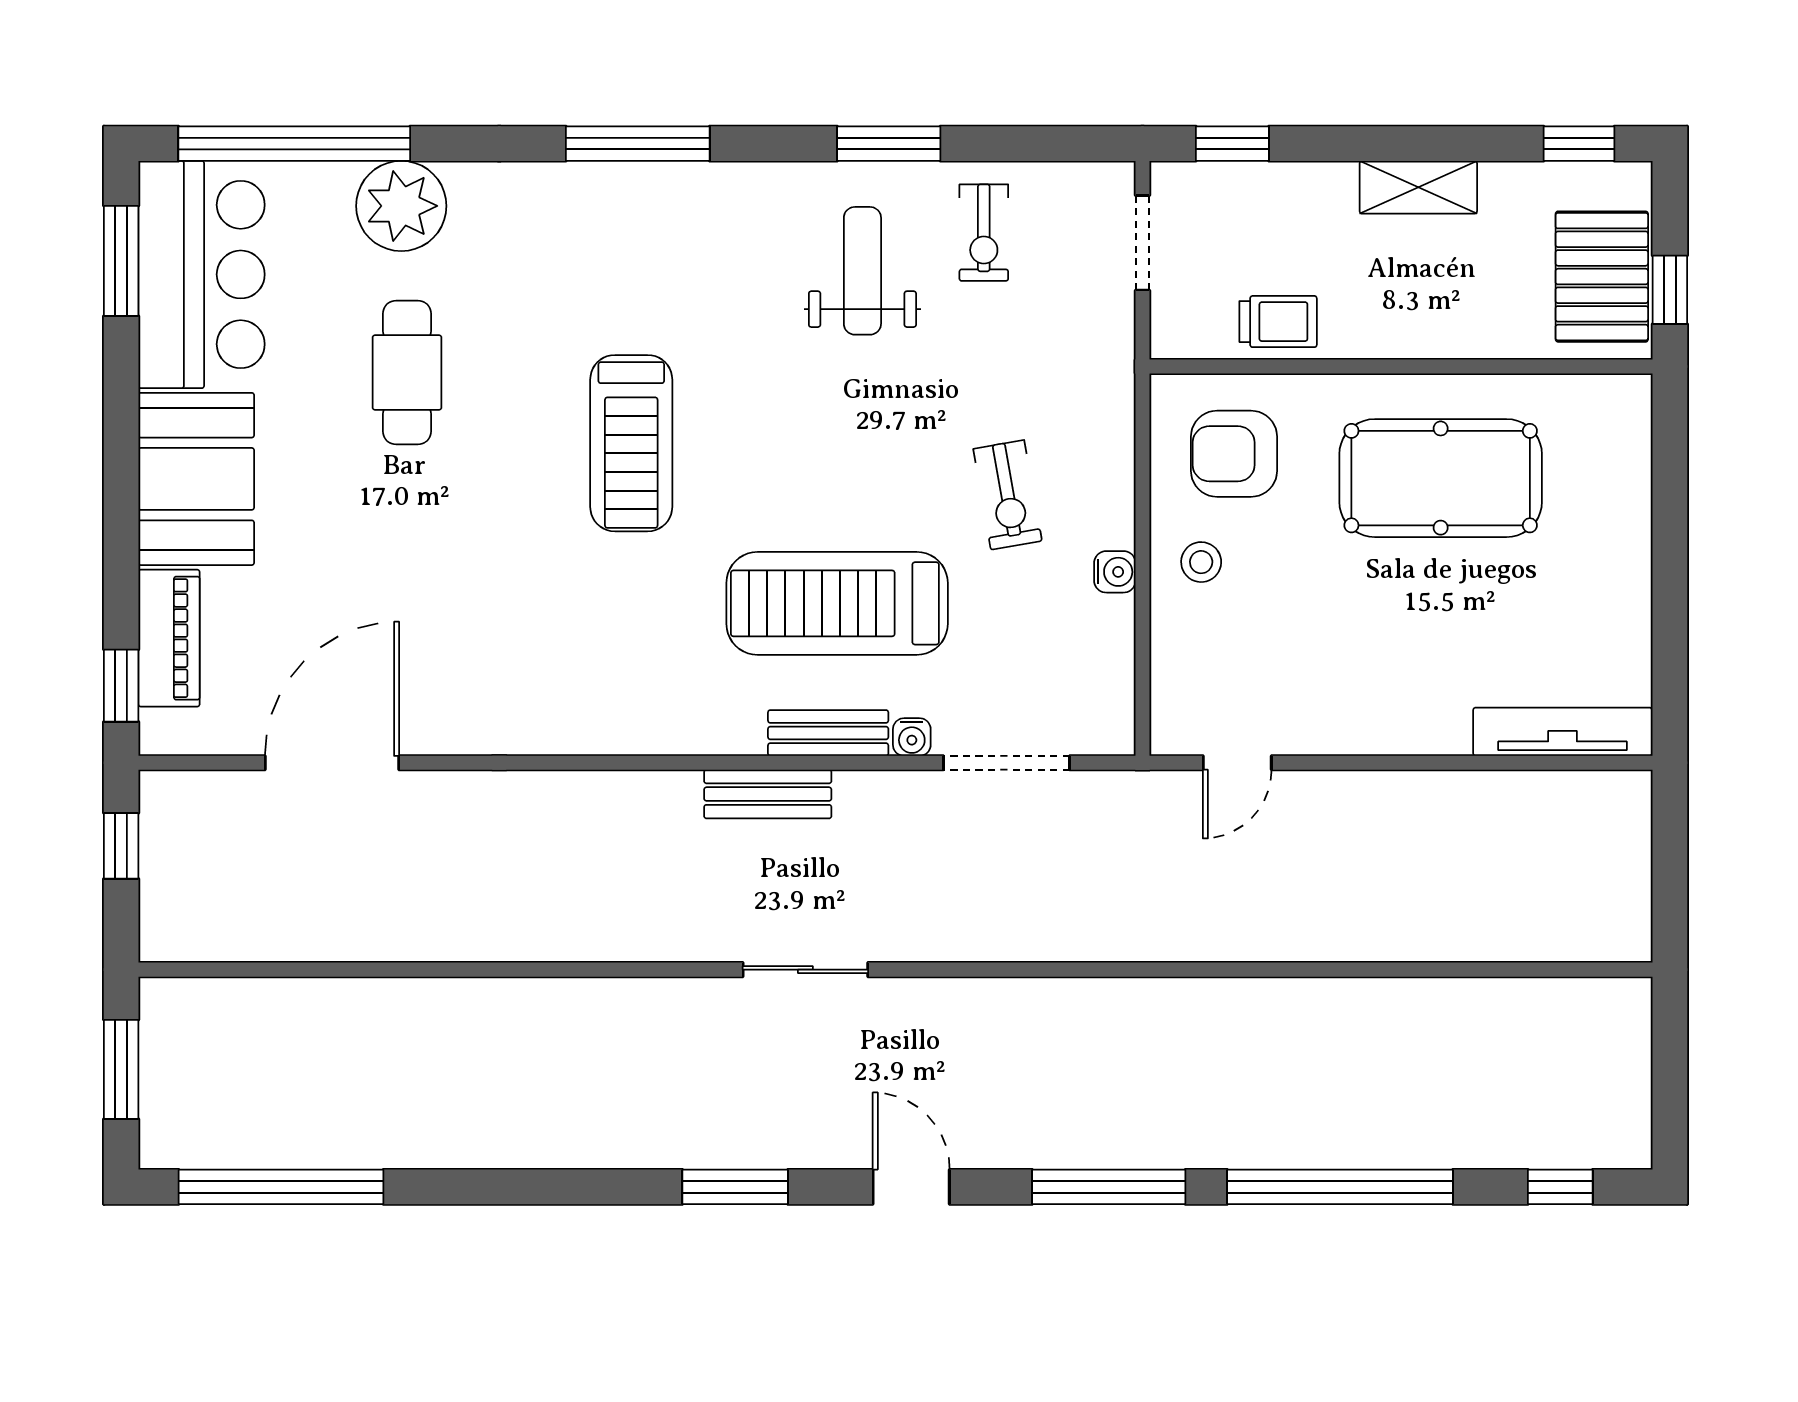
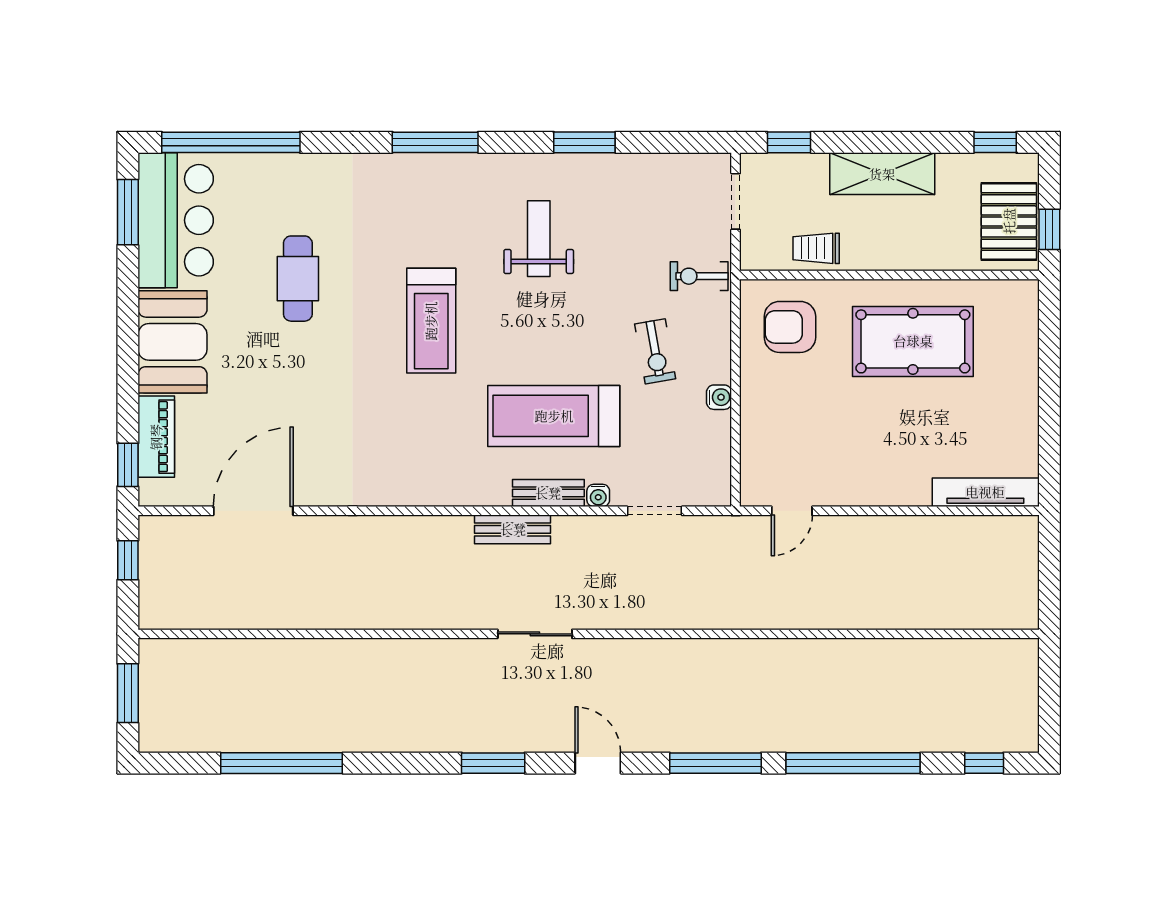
shelving: (1418, 187) -> (882, 174), width x1.50, depth x1.33
plant: (401, 206) -> (294, 179), removed
exercise bike: (984, 233) -> (699, 276), moved, turned 90
weight bench: (862, 271) -> (539, 239), moved
trolley: (1278, 322) -> (816, 248), turned 180
stool: (1201, 562) -> (770, 391), removed
doorway: (1007, 763) -> (655, 511), width x0.73
window: (281, 1187) -> (281, 763), moved

